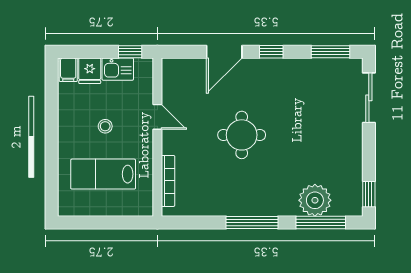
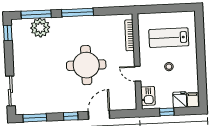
window: (130, 52) -> (167, 112), moved
kitchen sink: (118, 69) -> (148, 96), moved, turned 90
round table: (242, 135) -> (86, 65), width x1.36, depth x1.36
lab bench: (103, 174) -> (169, 38), turned 180

